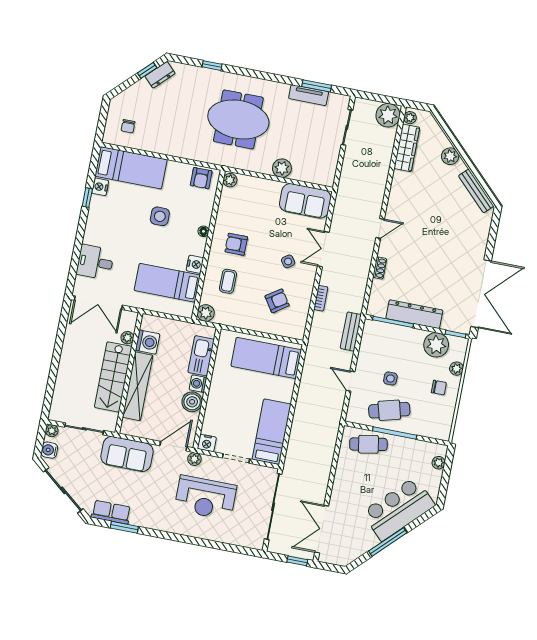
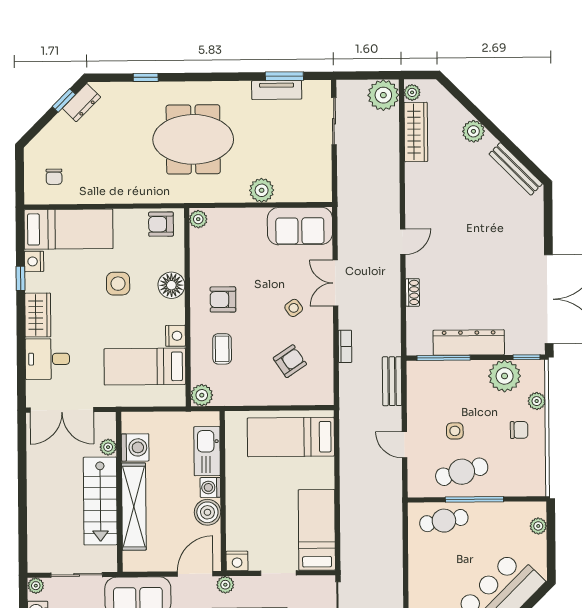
armchair: (201, 178) -> (161, 224), turned 90
wardrobe: (95, 228) -> (38, 315), added
floor lamp: (203, 231) -> (171, 285), width x1.89, depth x1.89

